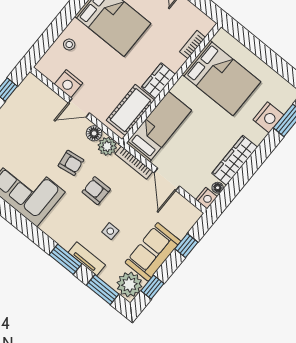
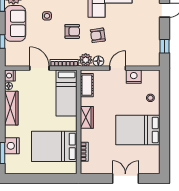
cot: (130, 110) -> (87, 85), width x0.73, depth x0.75

